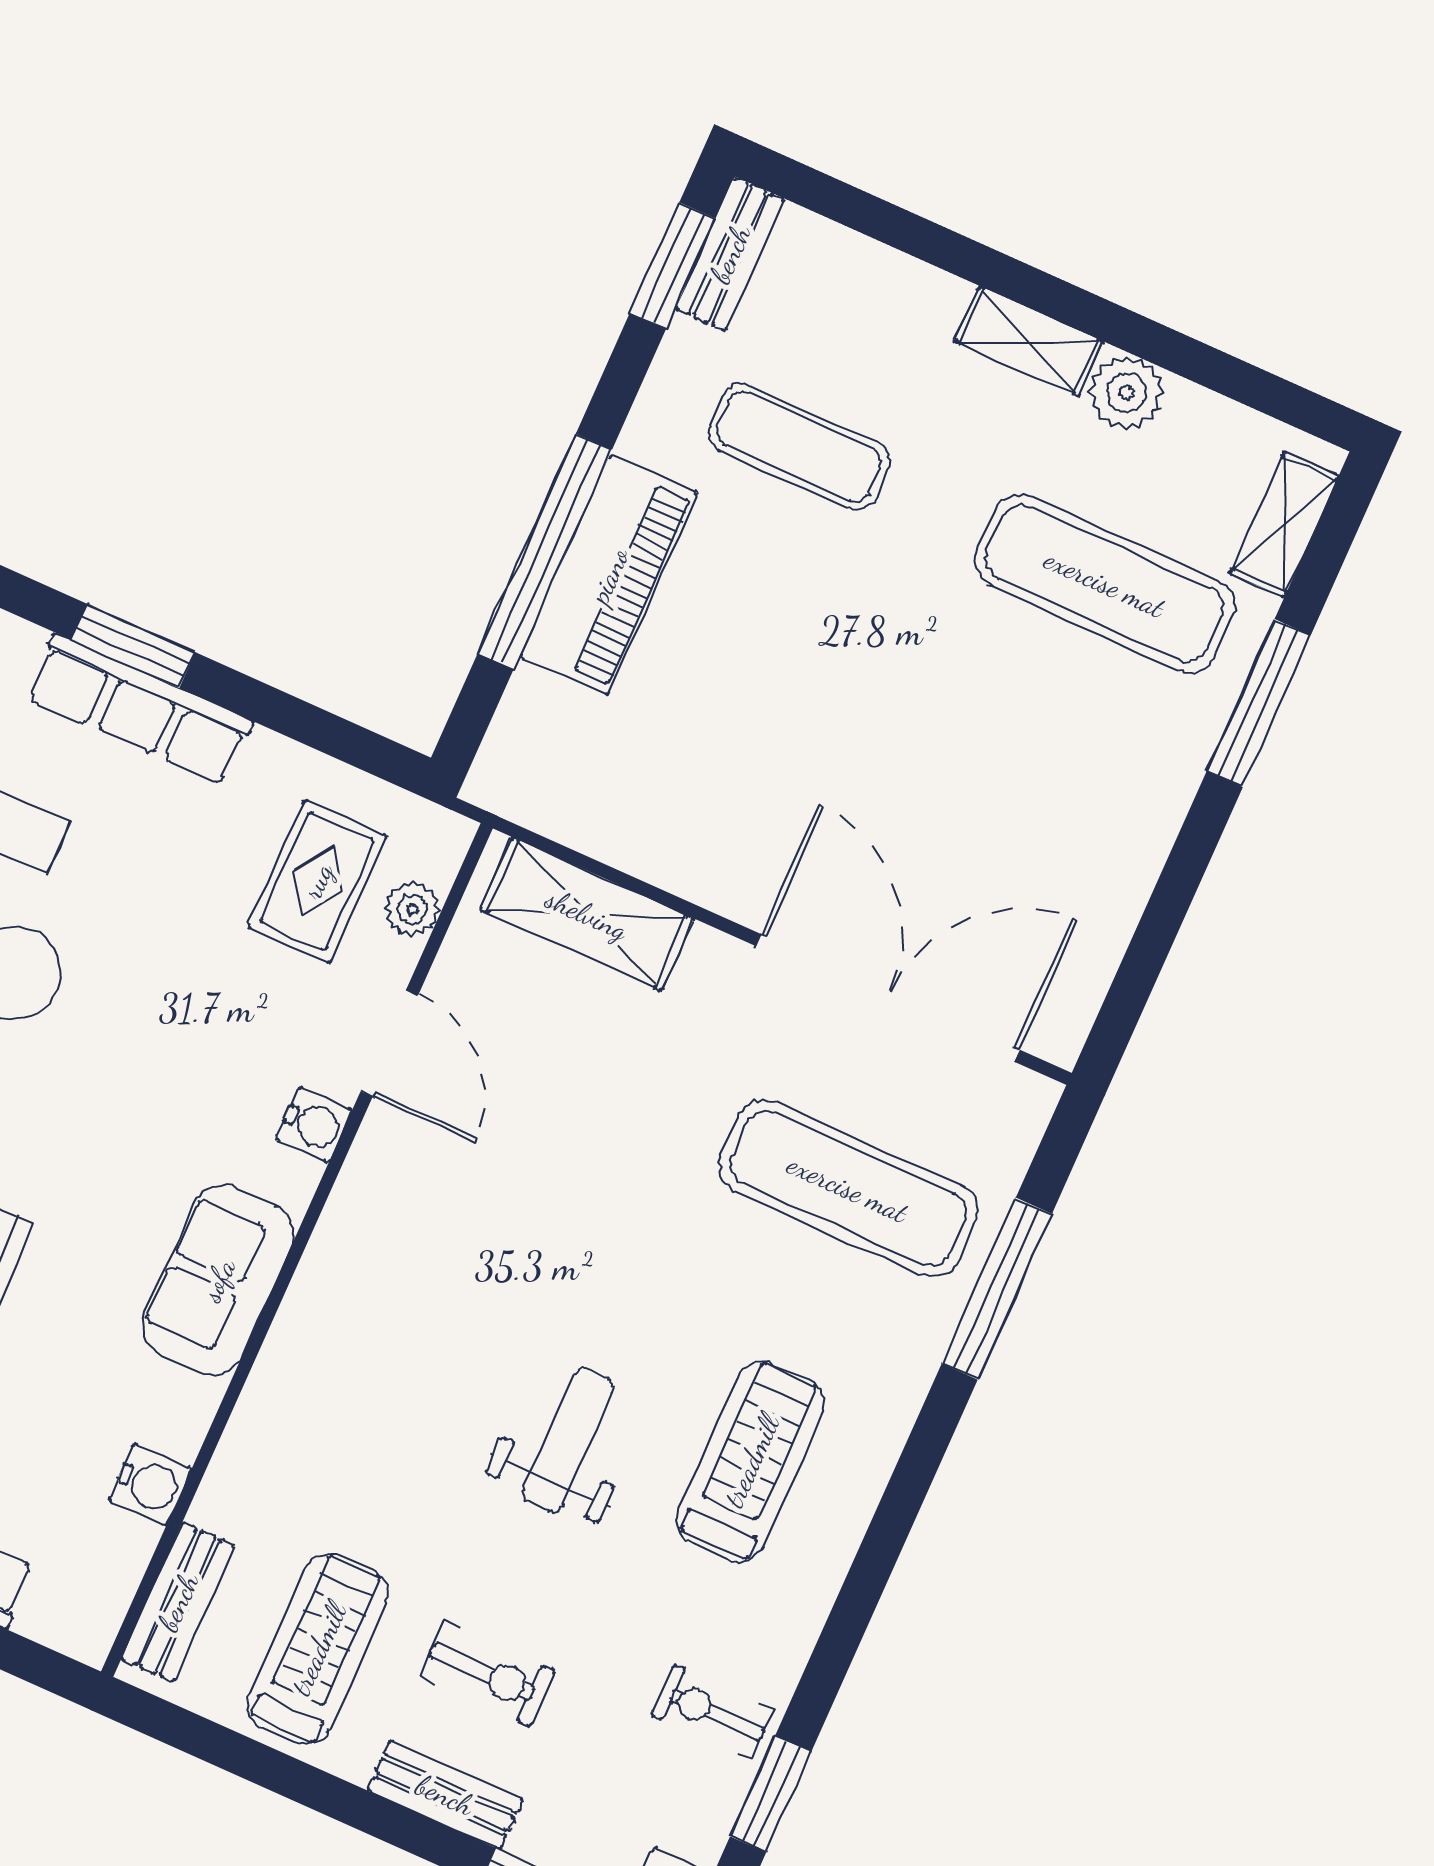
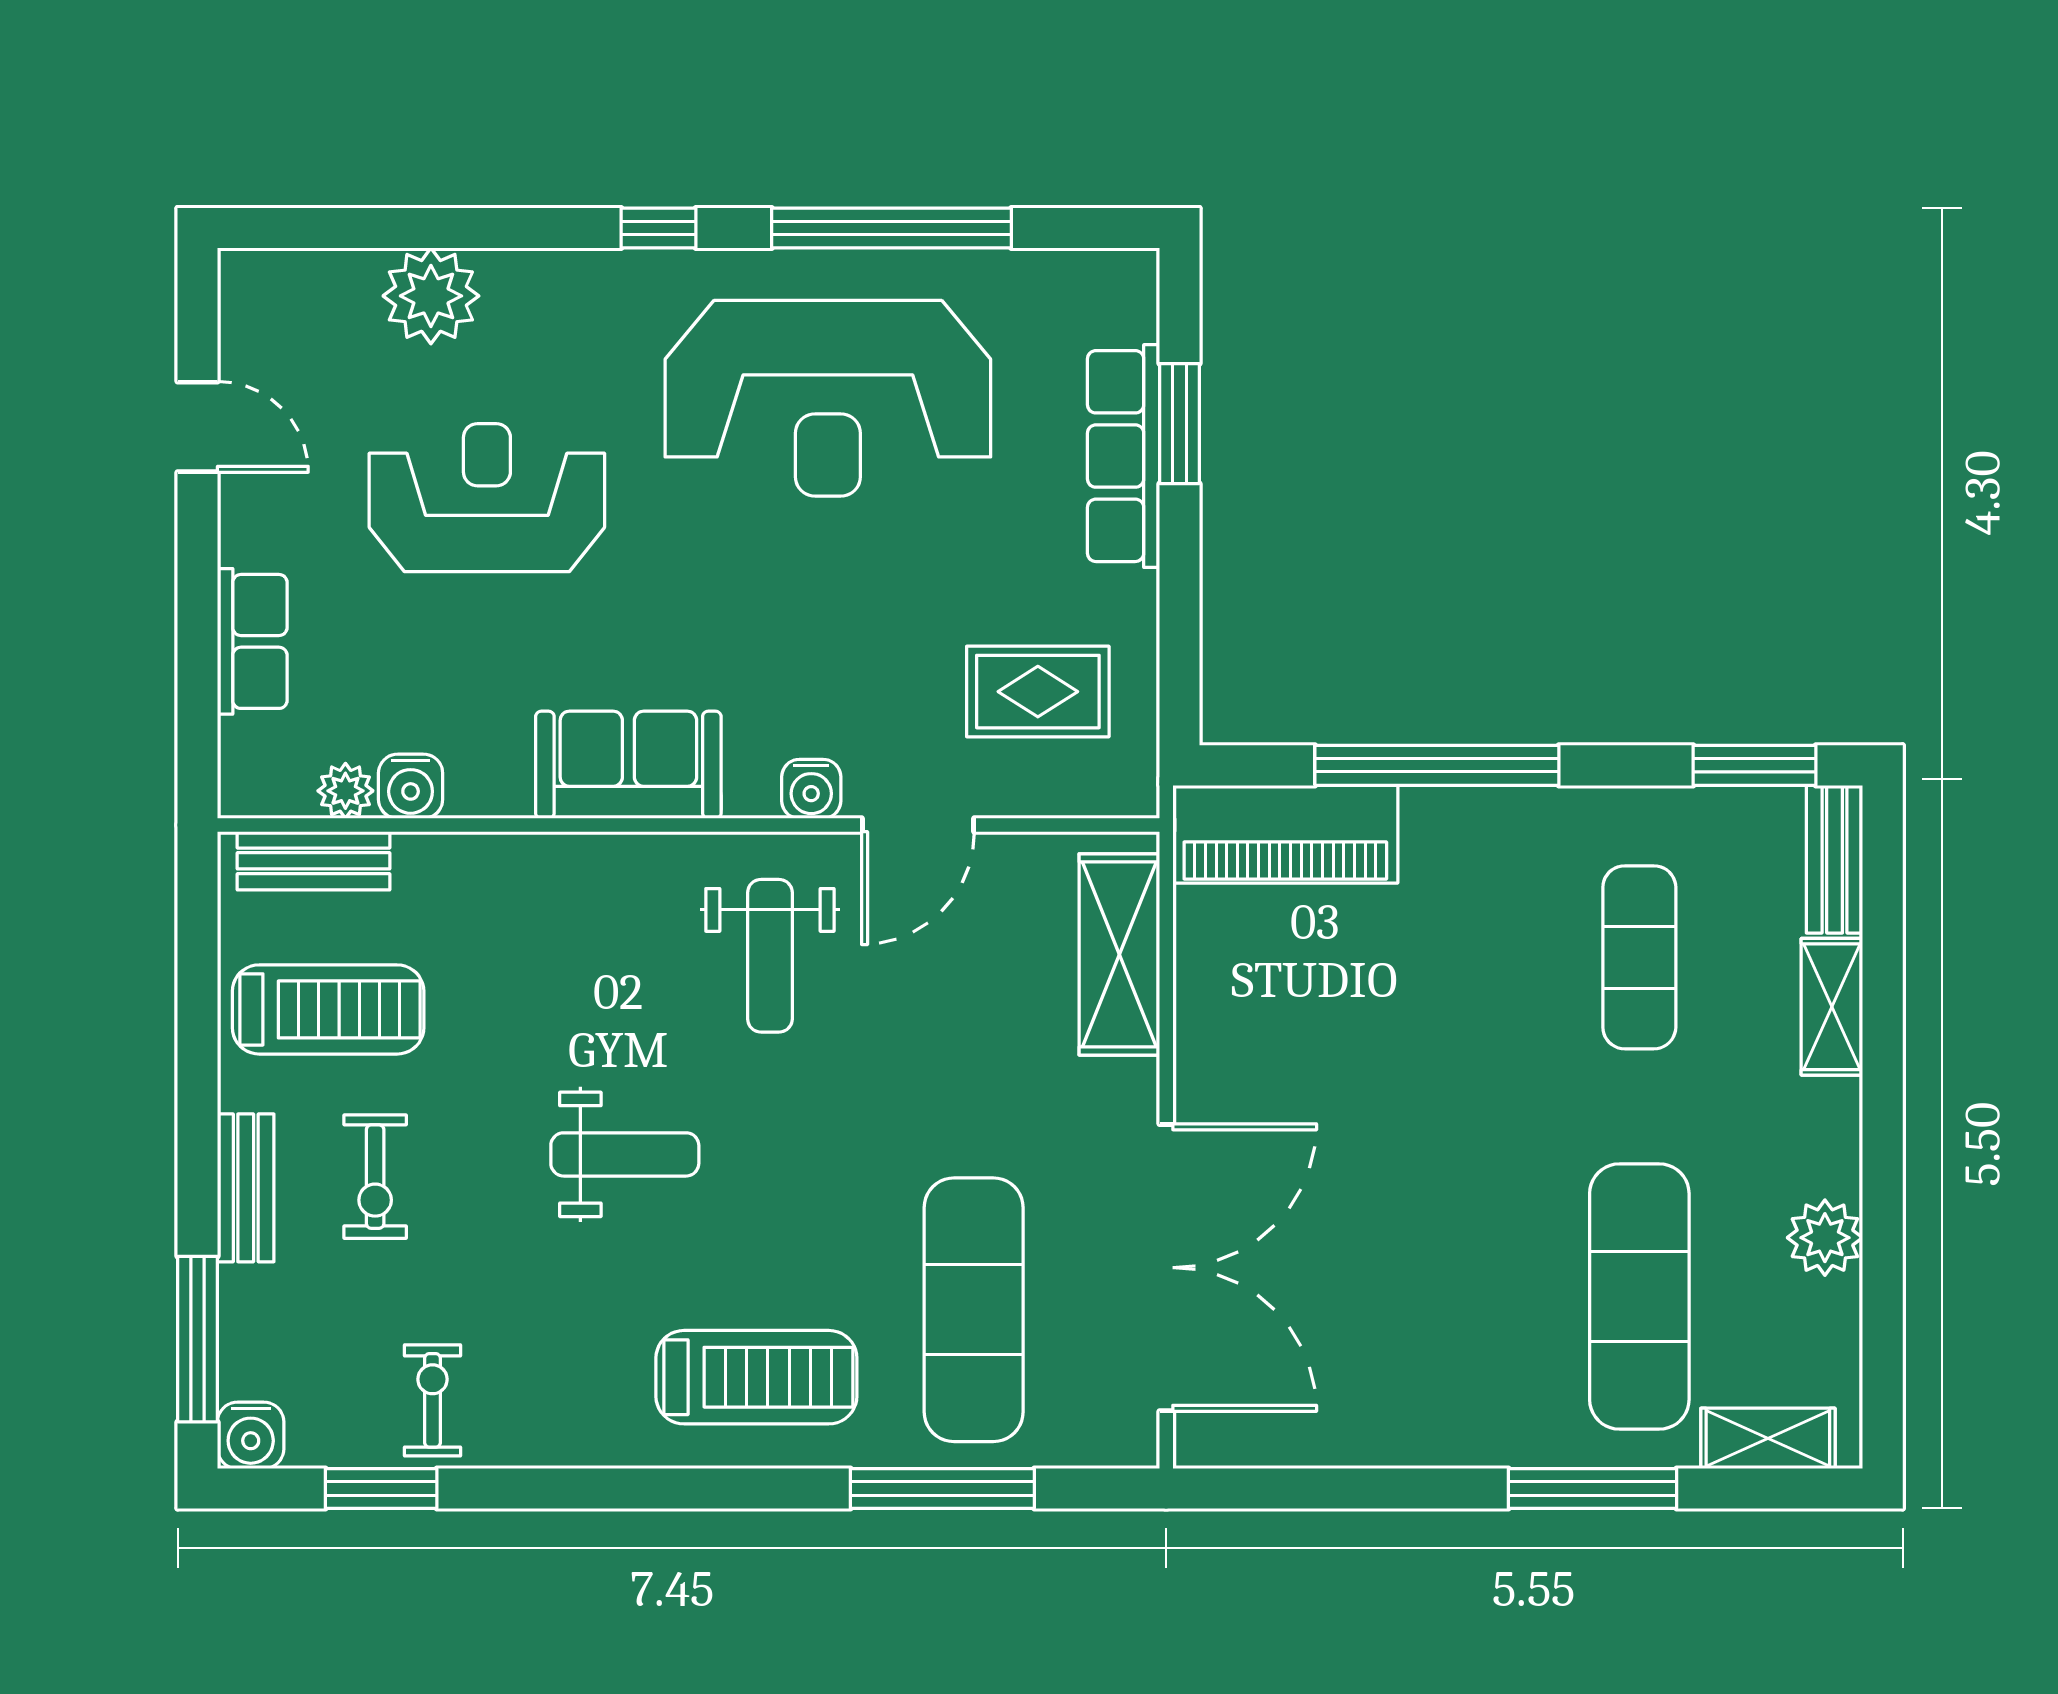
bench: (730, 254) -> (1835, 859), moved, turned 90
shelving: (1029, 341) -> (1832, 1007), moved
piano: (609, 575) -> (1285, 834), moved
plant: (412, 909) -> (345, 791), moved
weight bench: (447, 1229) -> (770, 956), added
treadmill: (751, 1461) -> (756, 1377), moved

